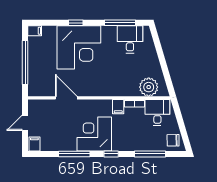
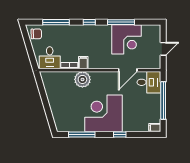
desk: (130, 39) -> (149, 82), moved, turned -90
corner desk: (79, 47) -> (103, 113), moved
plant: (149, 87) -> (82, 79), moved
door: (66, 98) -> (128, 70), hinge flipped
corner desk: (94, 134) -> (127, 39), moved
filing cabinet: (34, 144) -> (155, 31), removed

